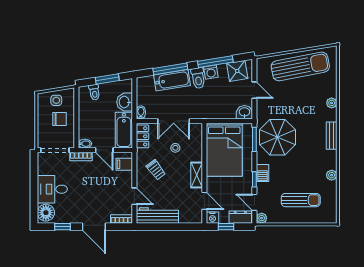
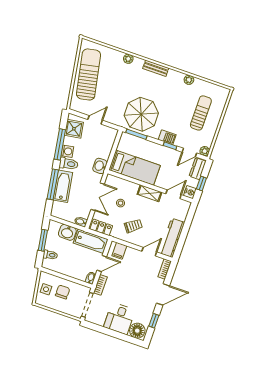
washbasin: (244, 112) -> (100, 166), moved
bed: (224, 150) -> (135, 168), width x0.67

